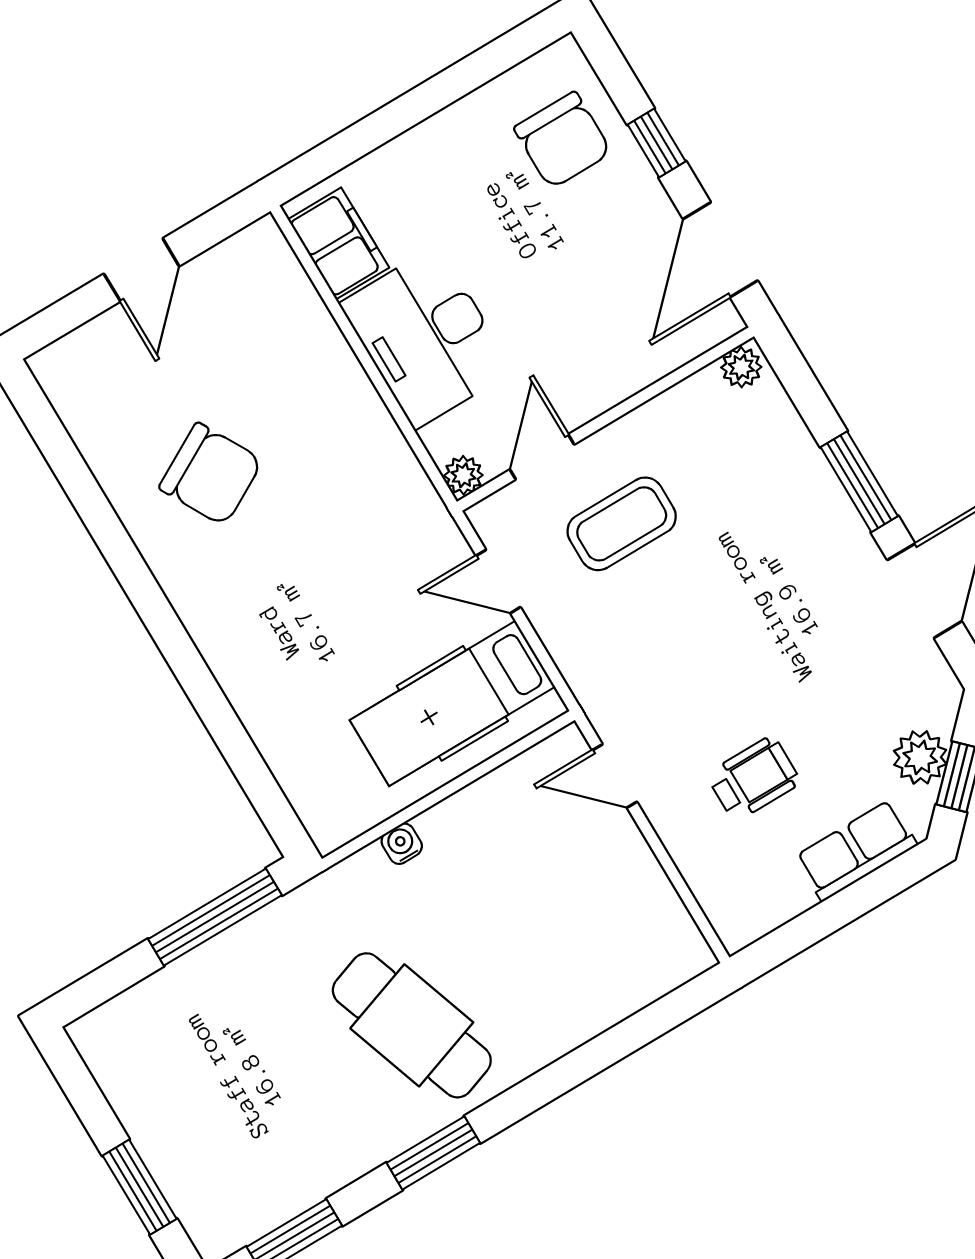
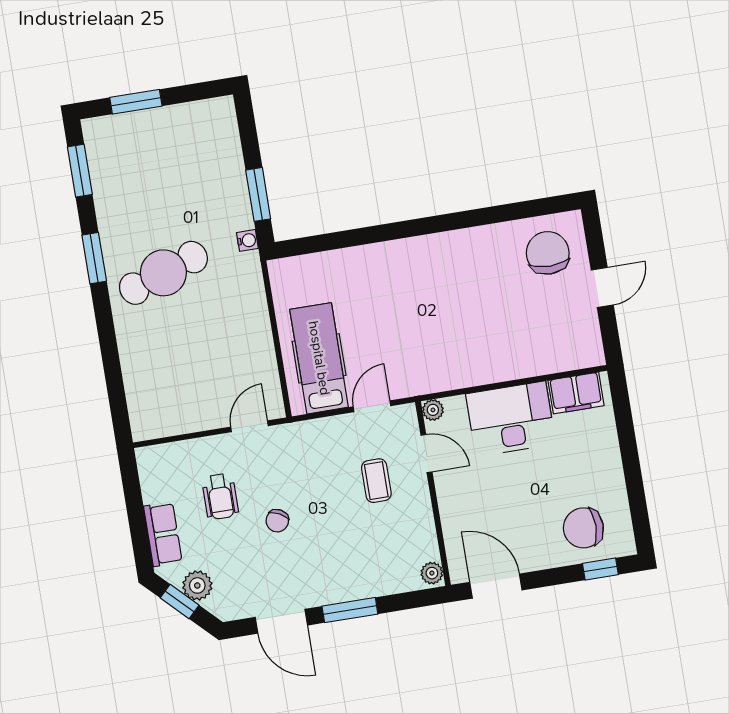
window: (657, 143) -> (600, 569), moved
door: (142, 270) -> (602, 287), swing flipped
chair: (211, 474) -> (548, 253), moved, turned 119
coffee table: (622, 524) -> (376, 481), width x0.73, depth x0.77
chair: (756, 665) -> (277, 521), added
water cooler: (402, 844) -> (247, 240), moved
window: (215, 917) -> (258, 194), width x0.69

